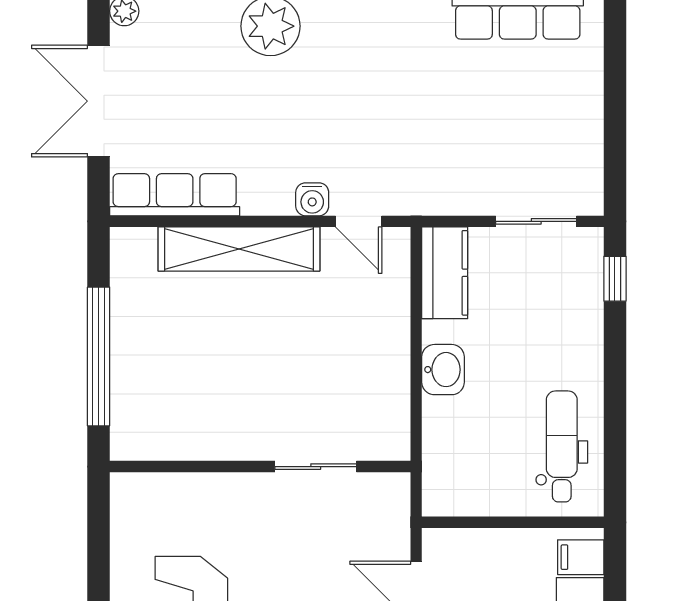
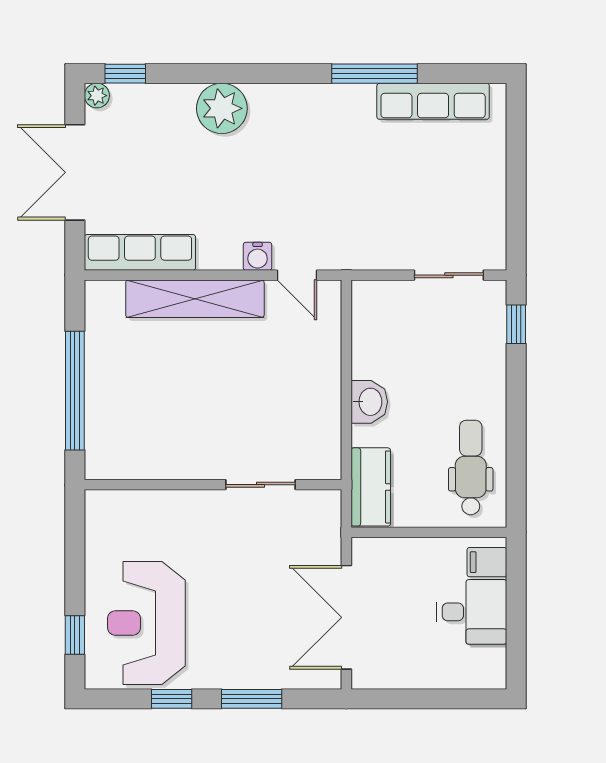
kitchen counter: (445, 273) -> (371, 487), moved

